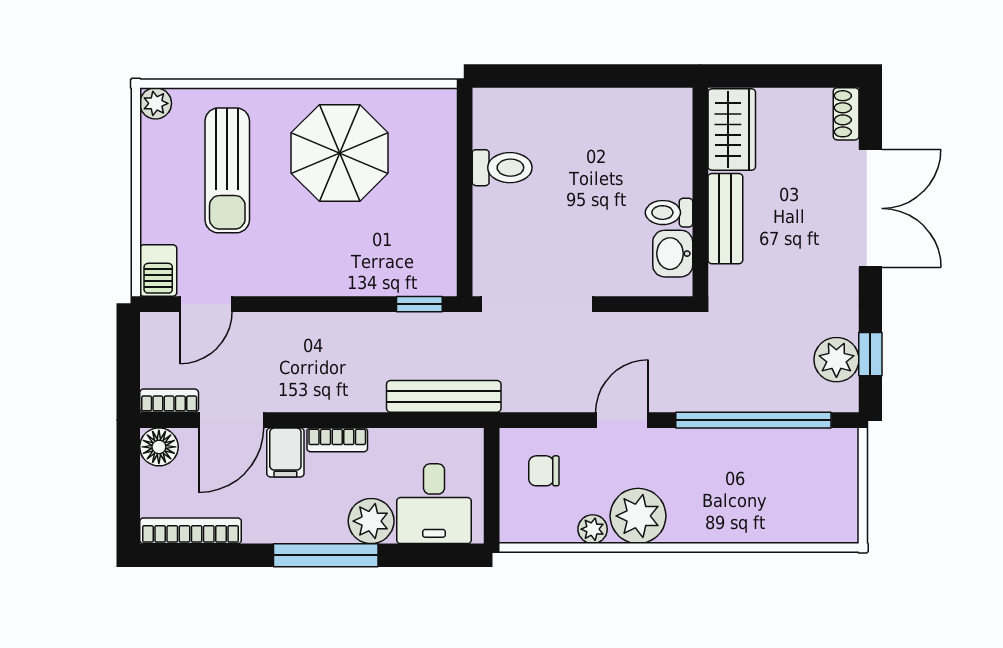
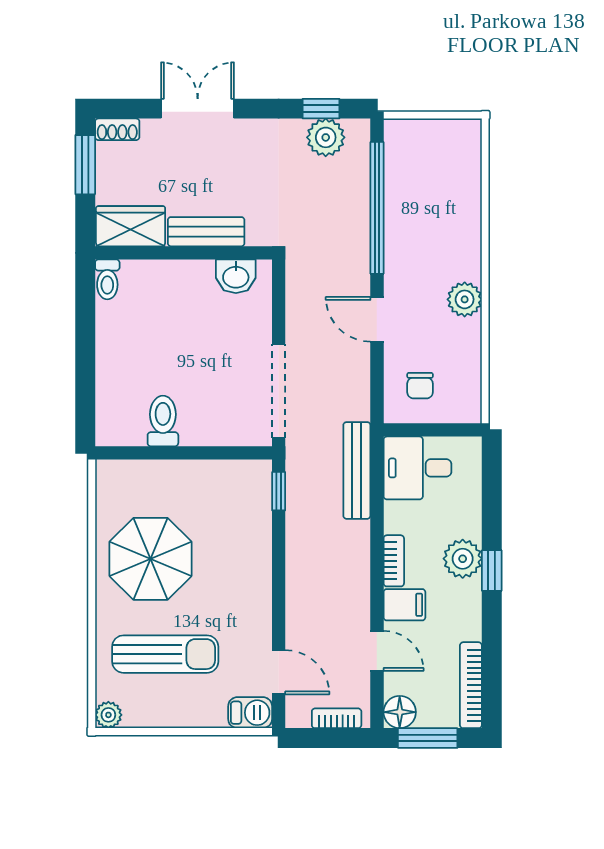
window: (804, 76) -> (85, 165), added
double door: (870, 208) -> (198, 109), width x0.73
toilet: (669, 213) -> (107, 279), moved
bookcase: (169, 401) -> (337, 718), moved, turned 90
door: (231, 420) -> (377, 651), width x0.73
window: (128, 480) -> (428, 738), added
desk: (434, 504) -> (417, 468), moved, turned 180
plant: (638, 516) -> (465, 299), width x0.73, depth x0.73
plant: (371, 521) -> (463, 559), moved
plant: (593, 529) -> (470, 344), removed
window: (326, 555) -> (492, 571), width x0.46

